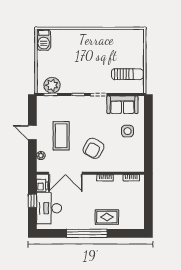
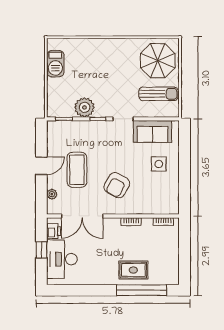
barbecue: (44, 40) -> (55, 64), moved
parasol: (127, 47) -> (158, 61), added
plant: (52, 85) -> (84, 107), moved
door: (32, 133) -> (41, 166), swing flipped
window: (87, 233) -> (142, 290), moved

